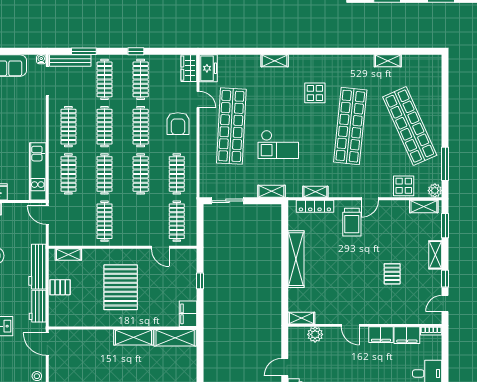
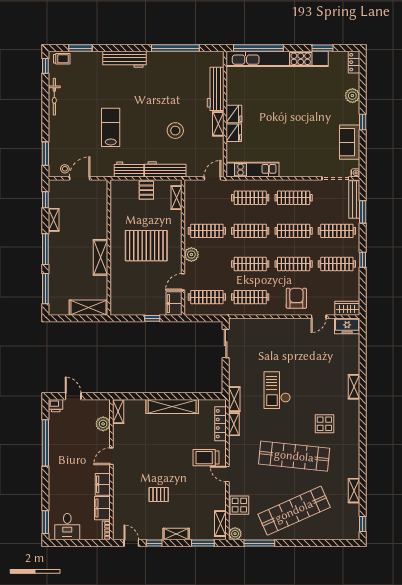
window: (424, 51) -> (363, 524), added
armchair: (178, 124) -> (296, 298), turned 90
shop shelf: (231, 126) -> (294, 347), removed
shelving: (271, 191) -> (234, 399), moved
plant: (130, 238) -> (191, 255), added
filing cabinet: (188, 314) -> (174, 303), moved, turned -90
shelving: (175, 338) -> (88, 308), moved, turned 90
door: (47, 344) -> (80, 178), moved

